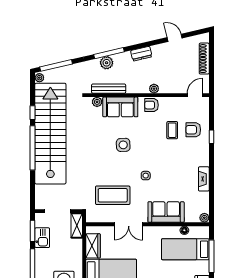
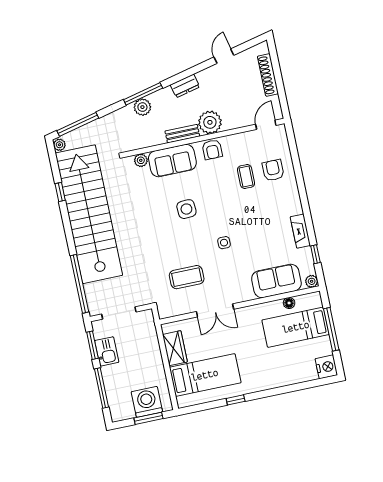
door: (175, 38) -> (224, 56), hinge flipped
bench: (109, 89) -> (182, 134), moved, width x0.73
plant: (154, 89) -> (210, 122), width x1.88, depth x1.88
armchair: (151, 105) -> (212, 150), turned -90
armchair: (193, 130) -> (273, 170), turned 90
window: (211, 137) -> (315, 254), moved
window: (33, 148) -> (79, 284), moved
coffee table: (113, 195) -> (187, 277), width x0.73, depth x0.76
sofa: (166, 212) -> (276, 281), moved
shelving: (77, 226) -> (148, 326), removed

